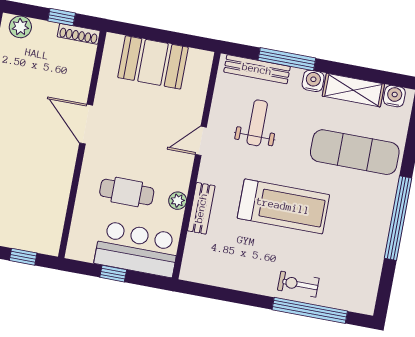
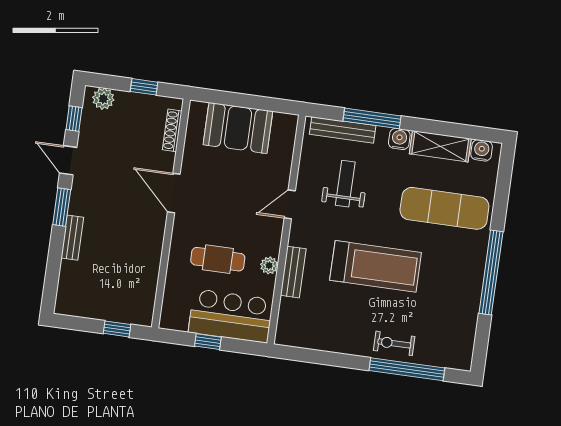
shoe rack: (79, 34) -> (172, 130), moved, turned 90

